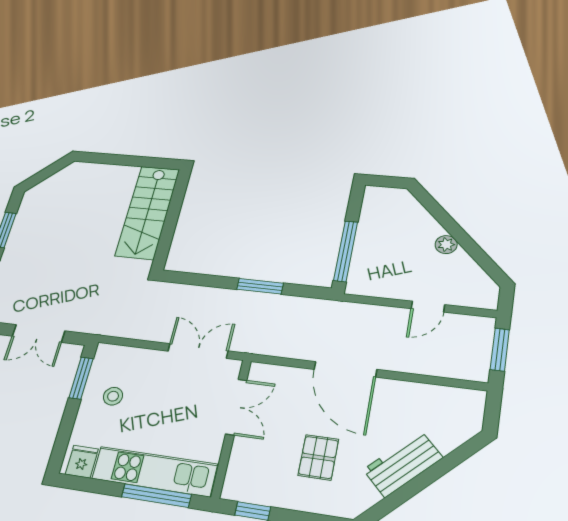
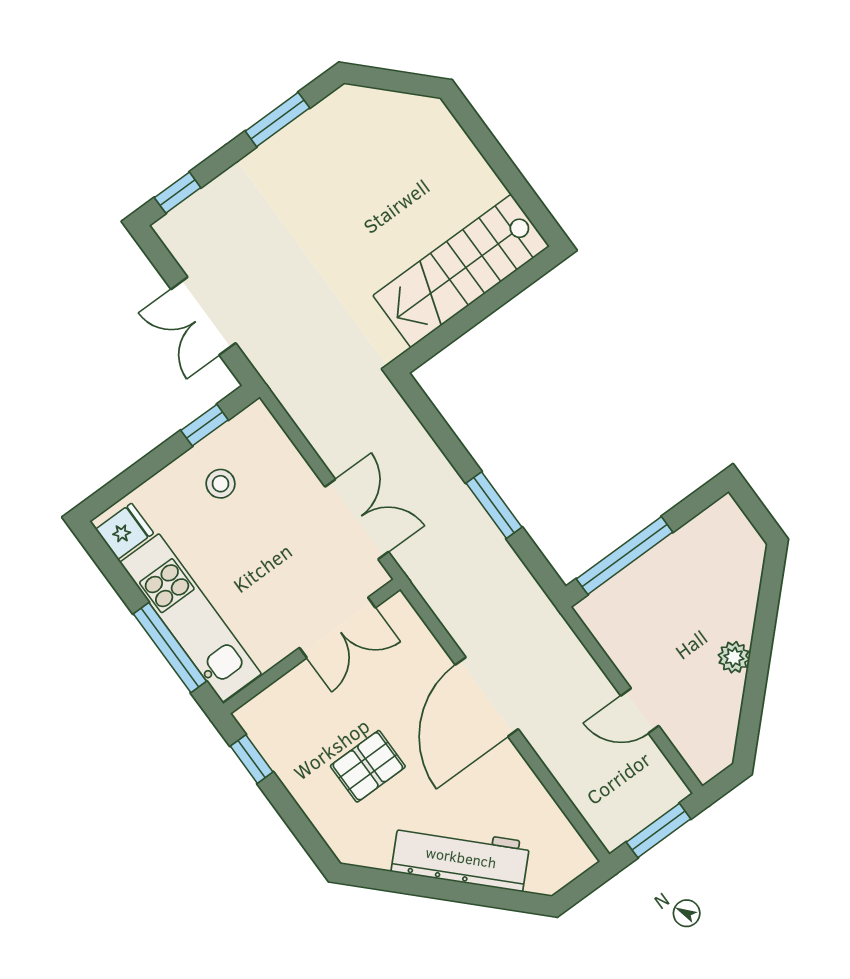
window: (81, 378) -> (205, 425), width x0.67
workbench: (403, 464) -> (461, 857), width x1.38

